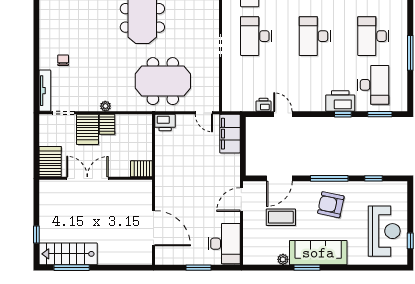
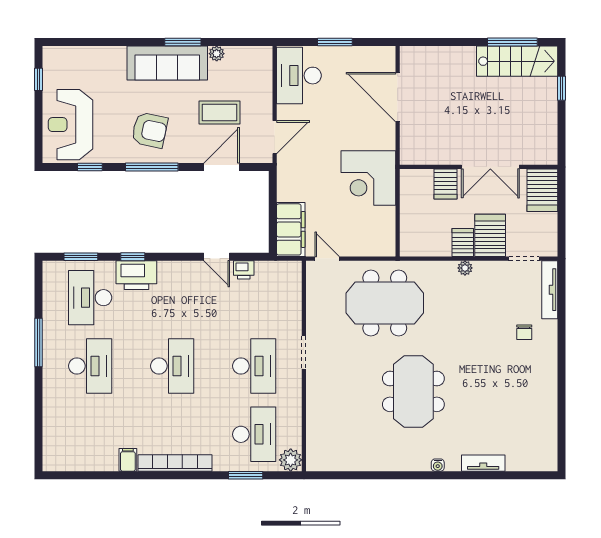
printer: (165, 122) -> (382, 245), removed
server rack: (141, 169) -> (445, 184), moved, turned 90
corner desk: (175, 170) -> (368, 178), added
reception desk: (384, 231) -> (70, 125), moved

